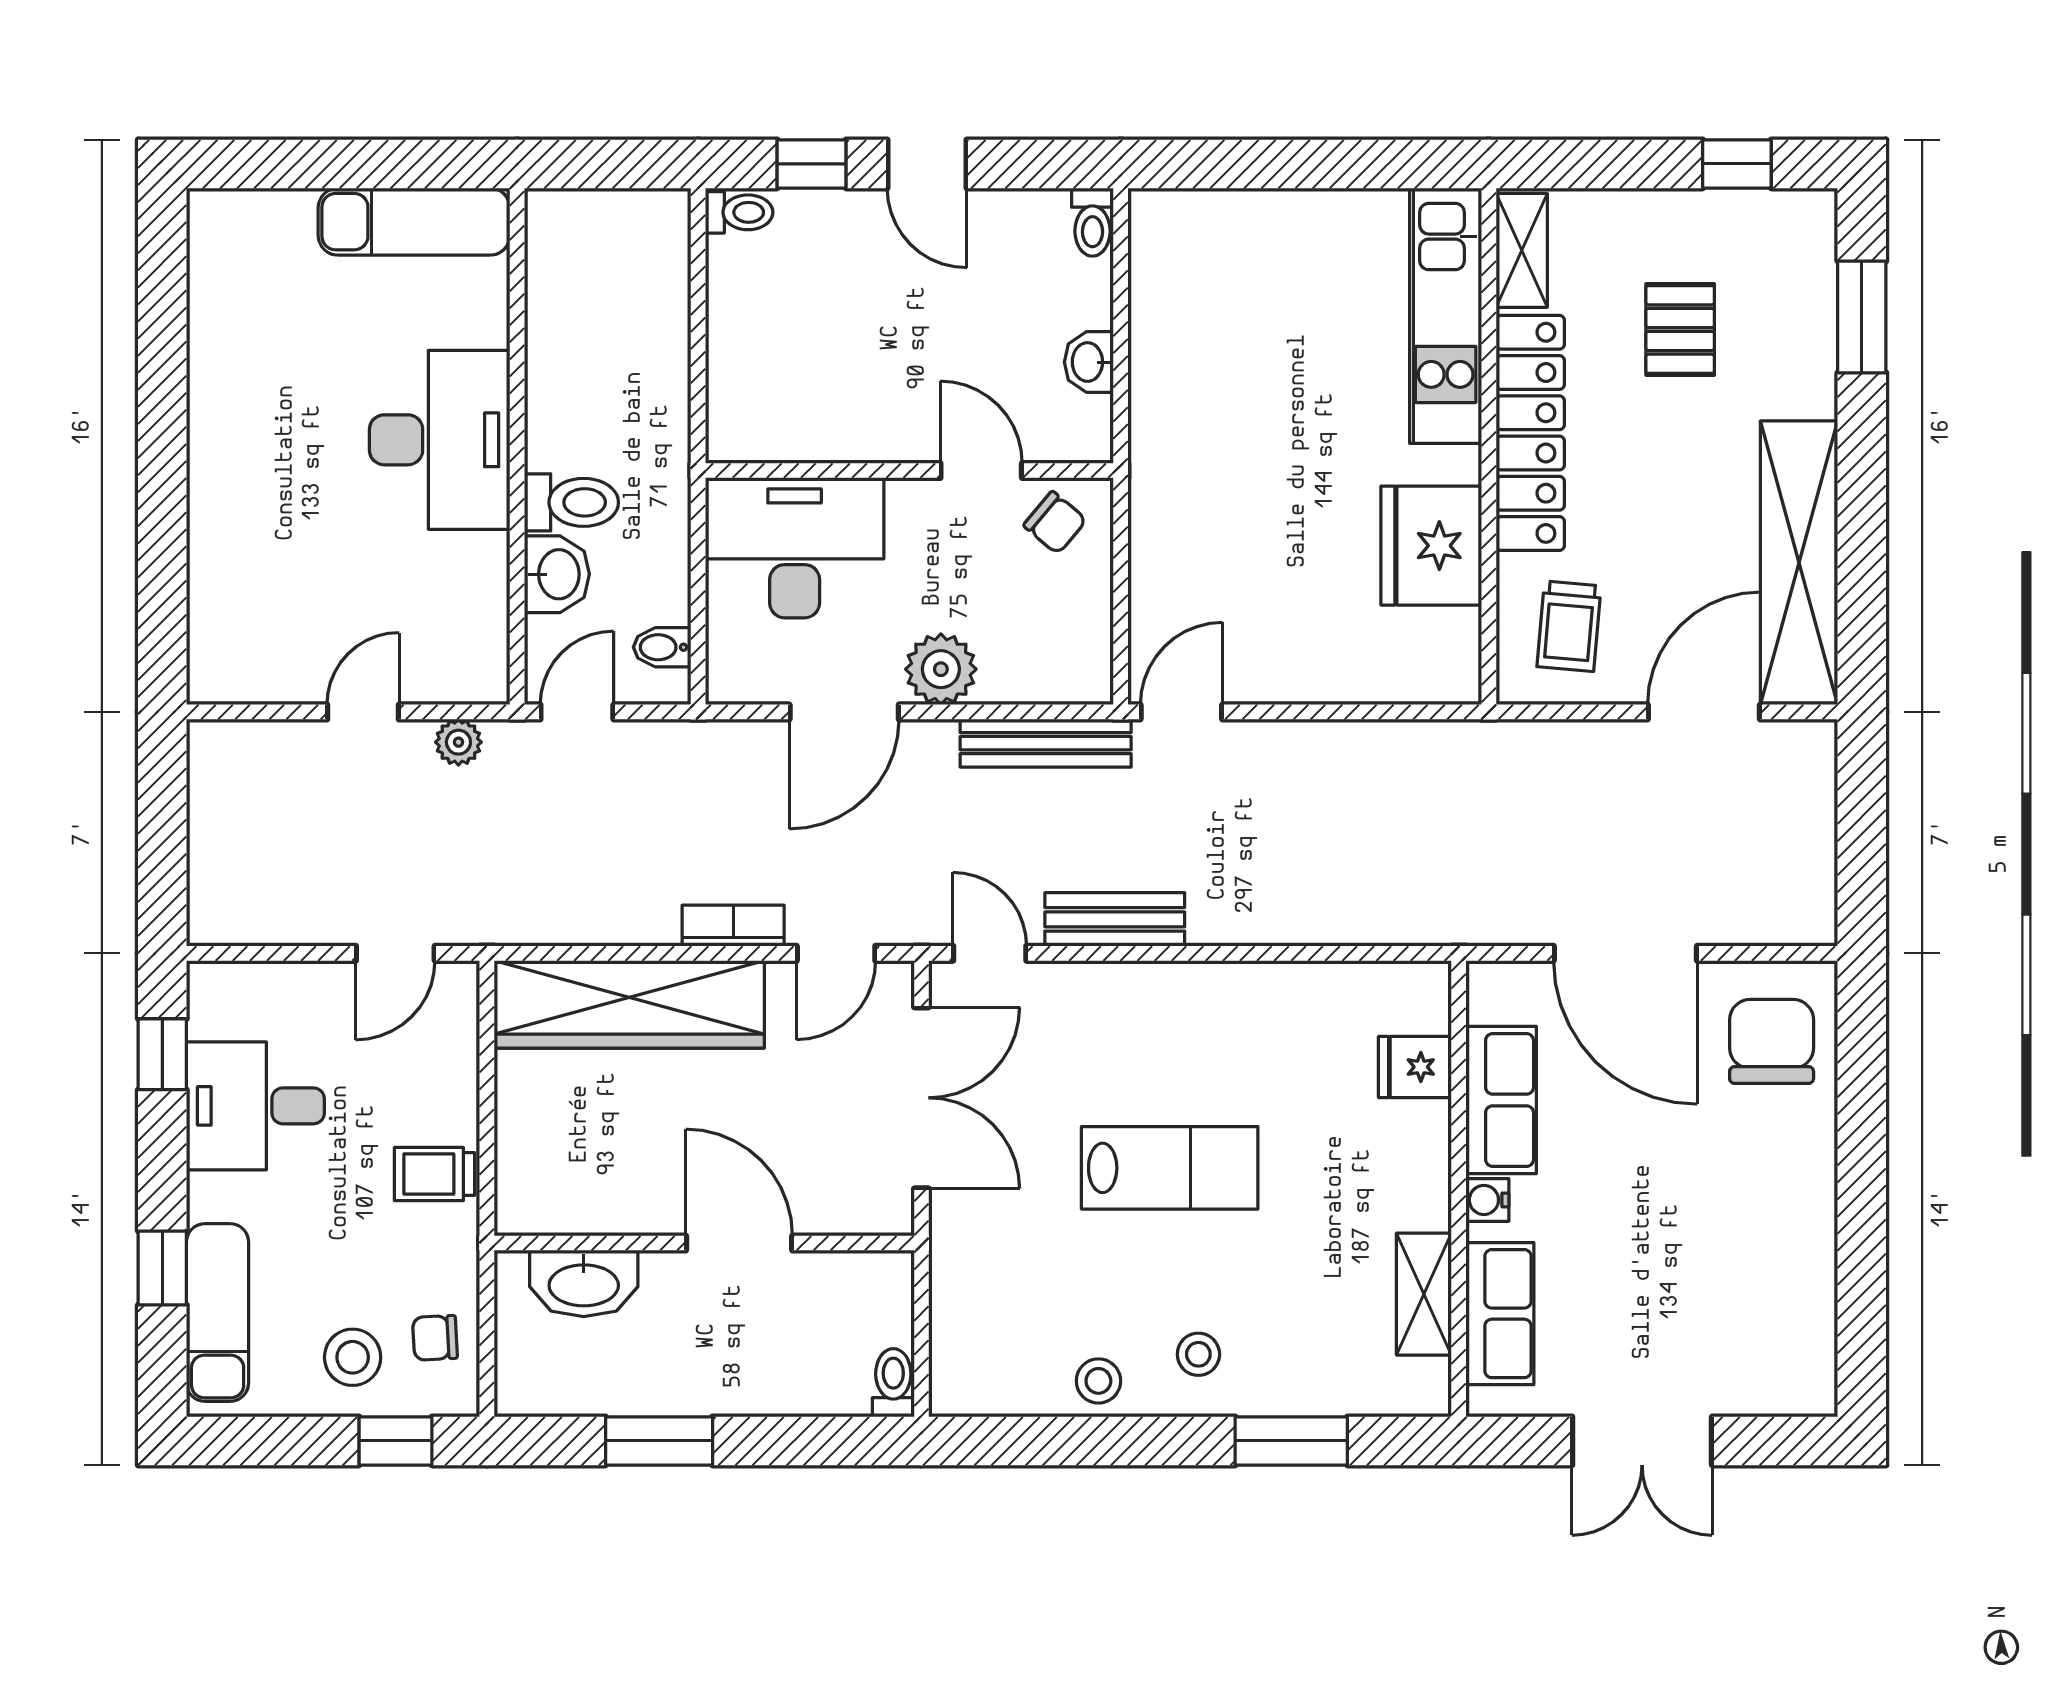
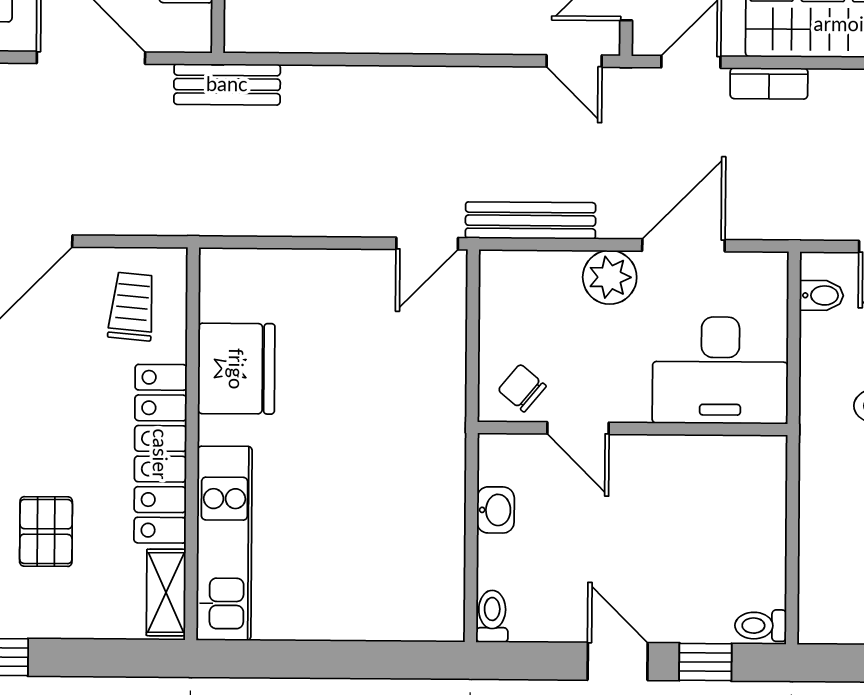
bench: (1115, 919) -> (227, 84), moved

